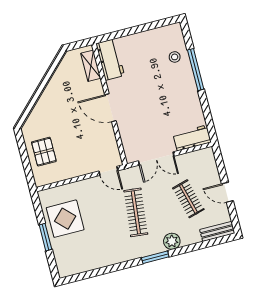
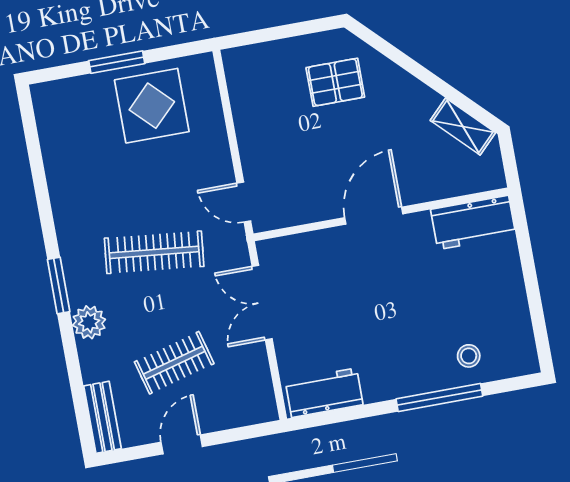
shelving: (91, 66) -> (463, 127), moved, turned 45
workbench: (192, 138) -> (324, 393), moved, turned -90
pallet: (44, 152) -> (335, 82), moved
door: (108, 171) -> (244, 202), hinge flipped

